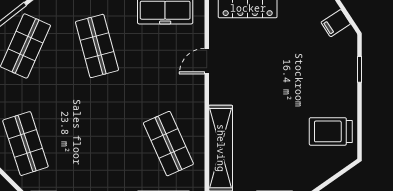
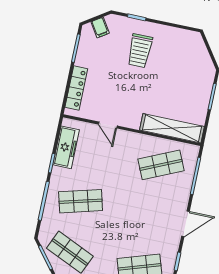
trolley: (331, 131) -> (140, 51), moved

